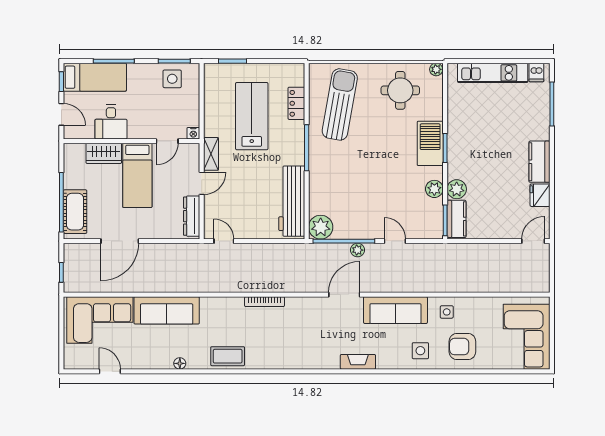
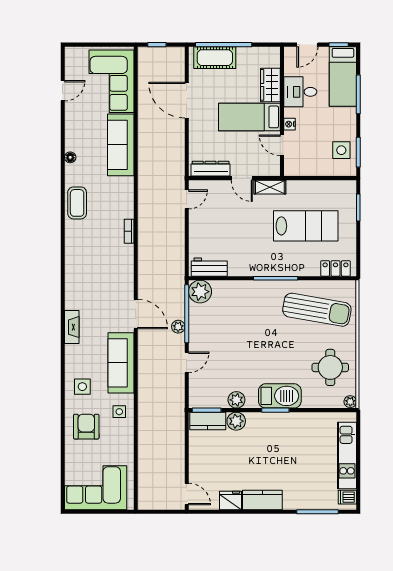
locker: (296, 103) -> (335, 268), moved
nightstand: (193, 133) -> (290, 124), moved
workbench: (292, 201) -> (209, 267), width x0.53, depth x0.76
bookcase: (265, 302) -> (129, 231), width x0.64

